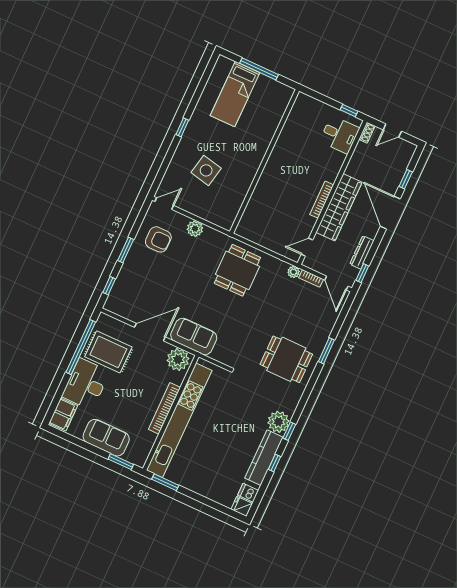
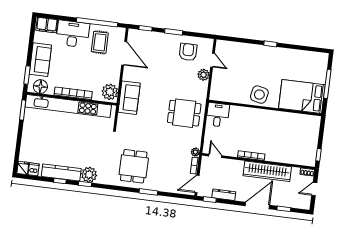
bed: (235, 94) -> (302, 96), moved, width x1.50
door: (392, 131) -> (314, 189), hinge flipped
desk: (339, 135) -> (218, 115), moved, turned 180
side table: (206, 170) -> (259, 95), moved
door: (164, 204) -> (213, 60), moved
wardrobe: (339, 207) -> (267, 171), moved
armchair: (158, 239) -> (188, 52), turned 180
door: (150, 332) -> (124, 53), moved
rug: (108, 352) -> (100, 42), width x0.73, depth x0.70
floor lamp: (142, 449) -> (40, 87), added

